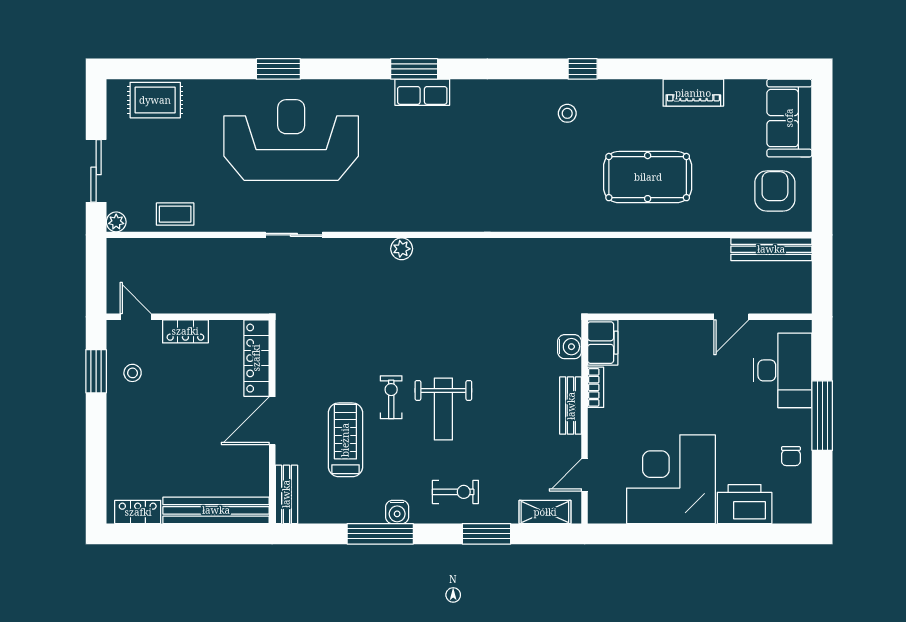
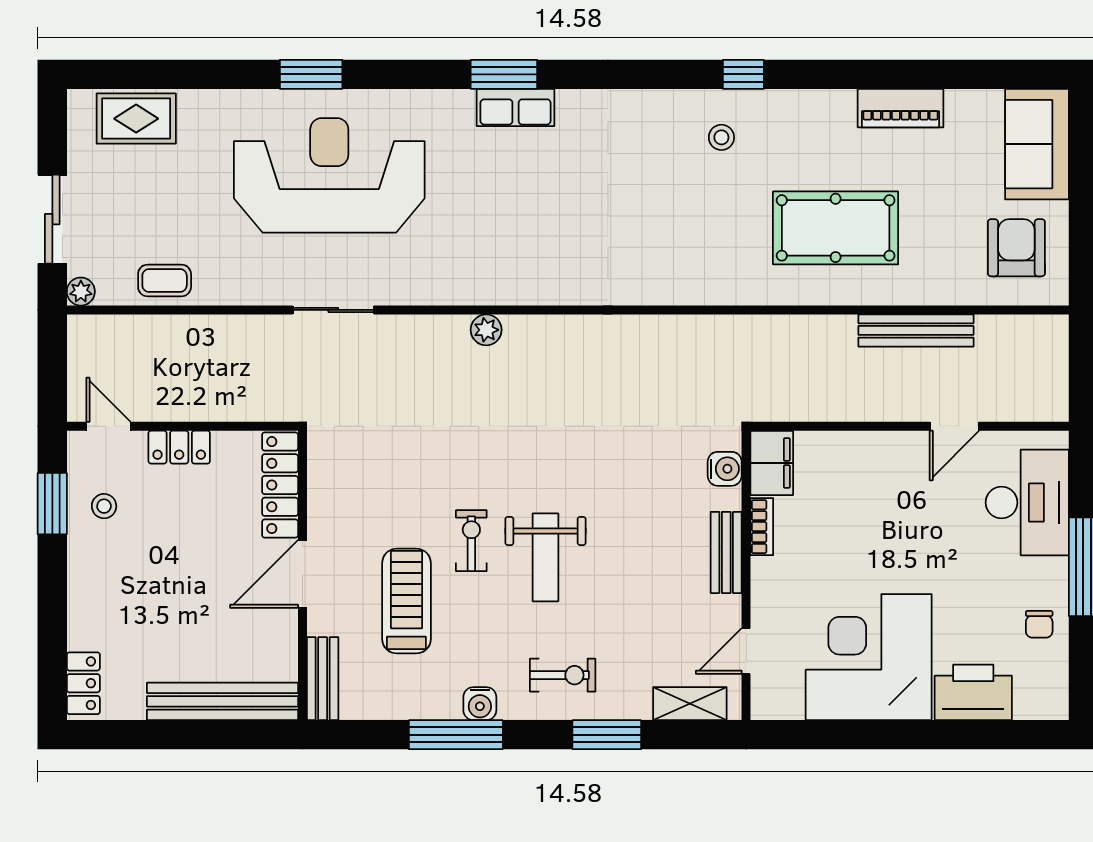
bench: (771, 249) -> (916, 330), moved
locker: (138, 512) -> (83, 683), moved, turned 90

